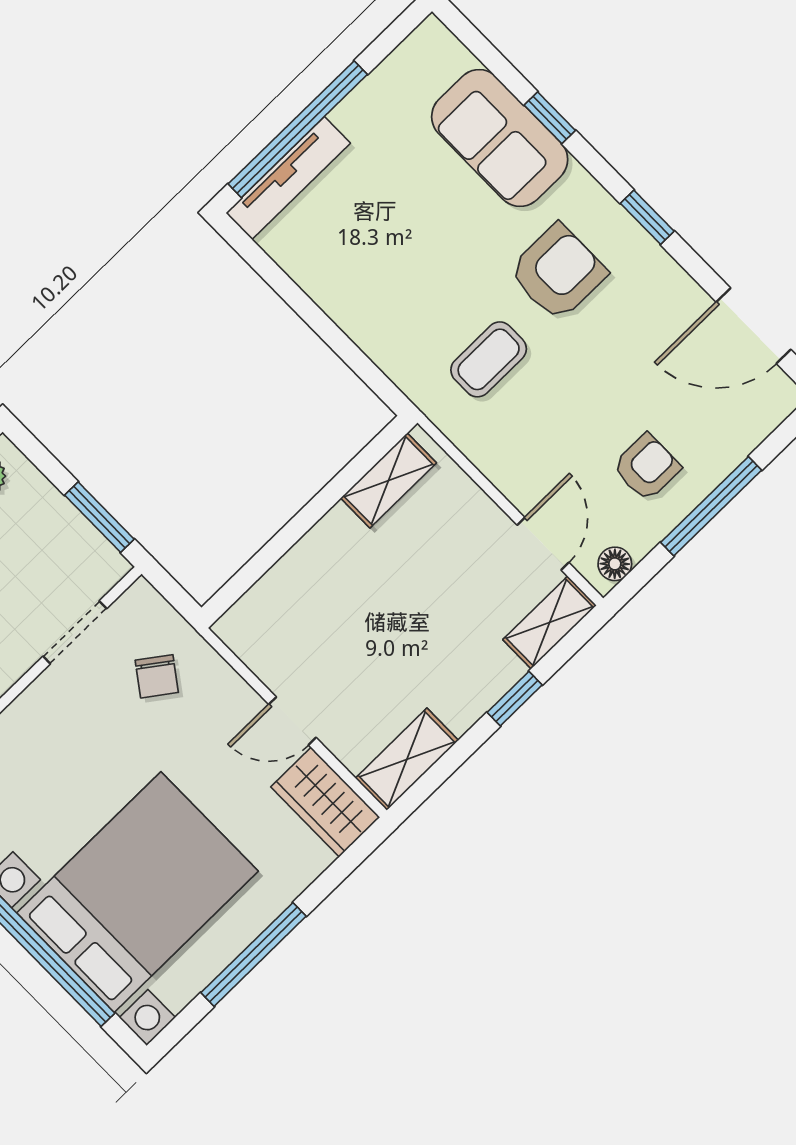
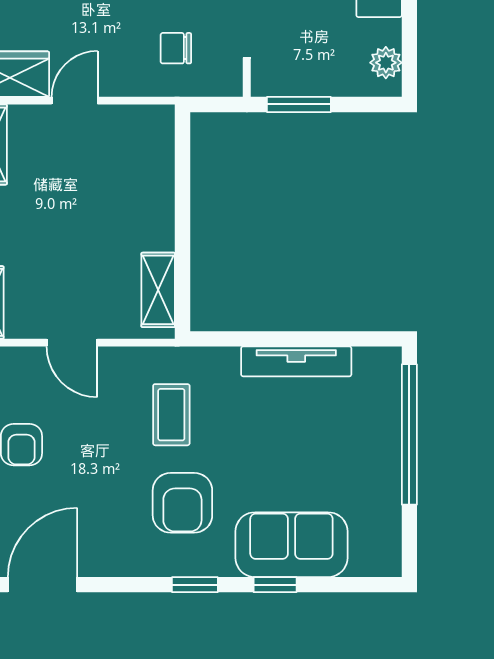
tv unit: (288, 178) -> (296, 361), moved, turned -90
window: (647, 217) -> (195, 585), moved
door: (543, 544) -> (72, 343), moved
chair: (157, 676) -> (176, 48), turned -36

